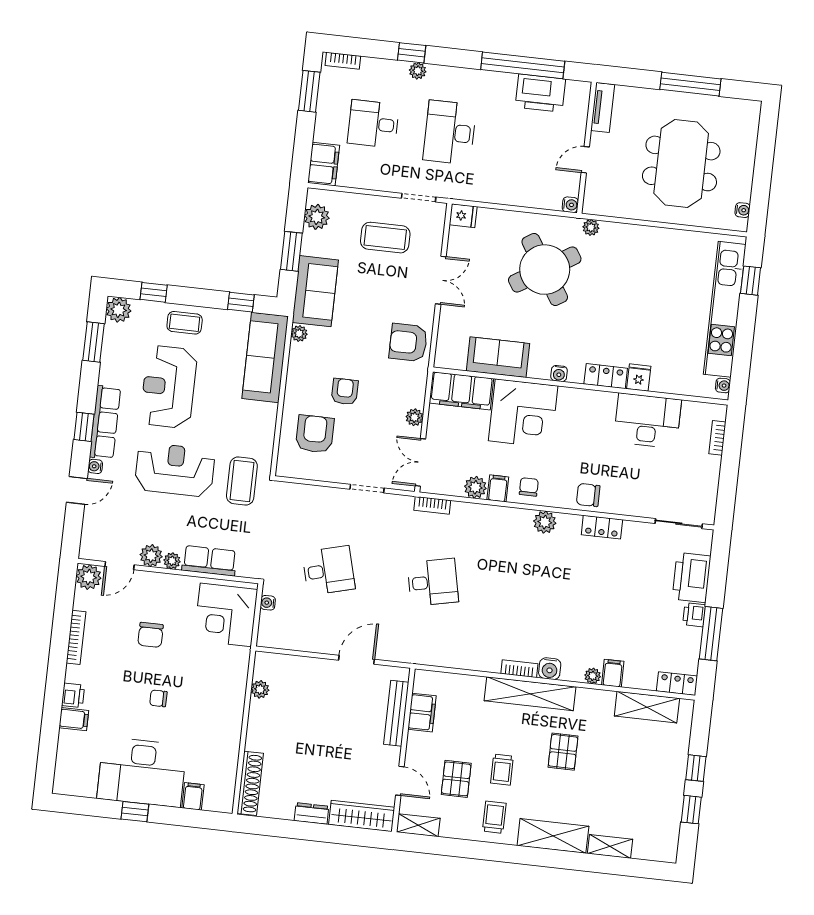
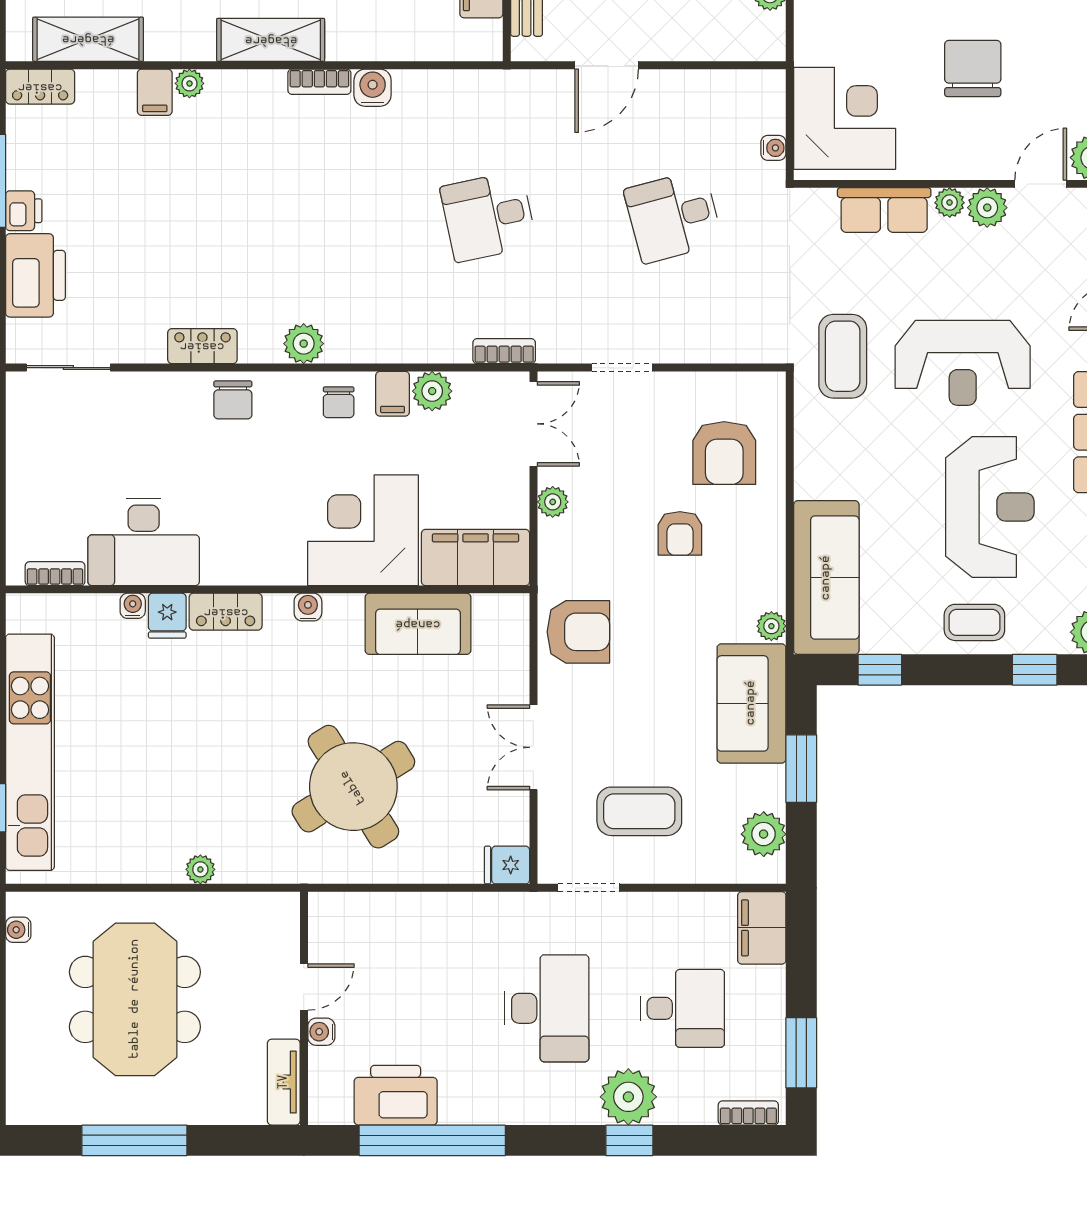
plant: (418, 71) -> (628, 1097), width x1.88, depth x1.88
water cooler: (570, 205) -> (321, 1032), moved
plant: (591, 227) -> (200, 869), moved
water cooler: (723, 385) -> (133, 606), moved, turned 90
bookcase: (717, 438) -> (55, 574), moved, turned -90
chair: (588, 495) -> (233, 400), turned 90
chair: (151, 635) -> (973, 68), width x1.37, depth x1.37
water cooler: (550, 669) -> (373, 88), moved
shelving: (530, 694) -> (271, 40), width x0.68

